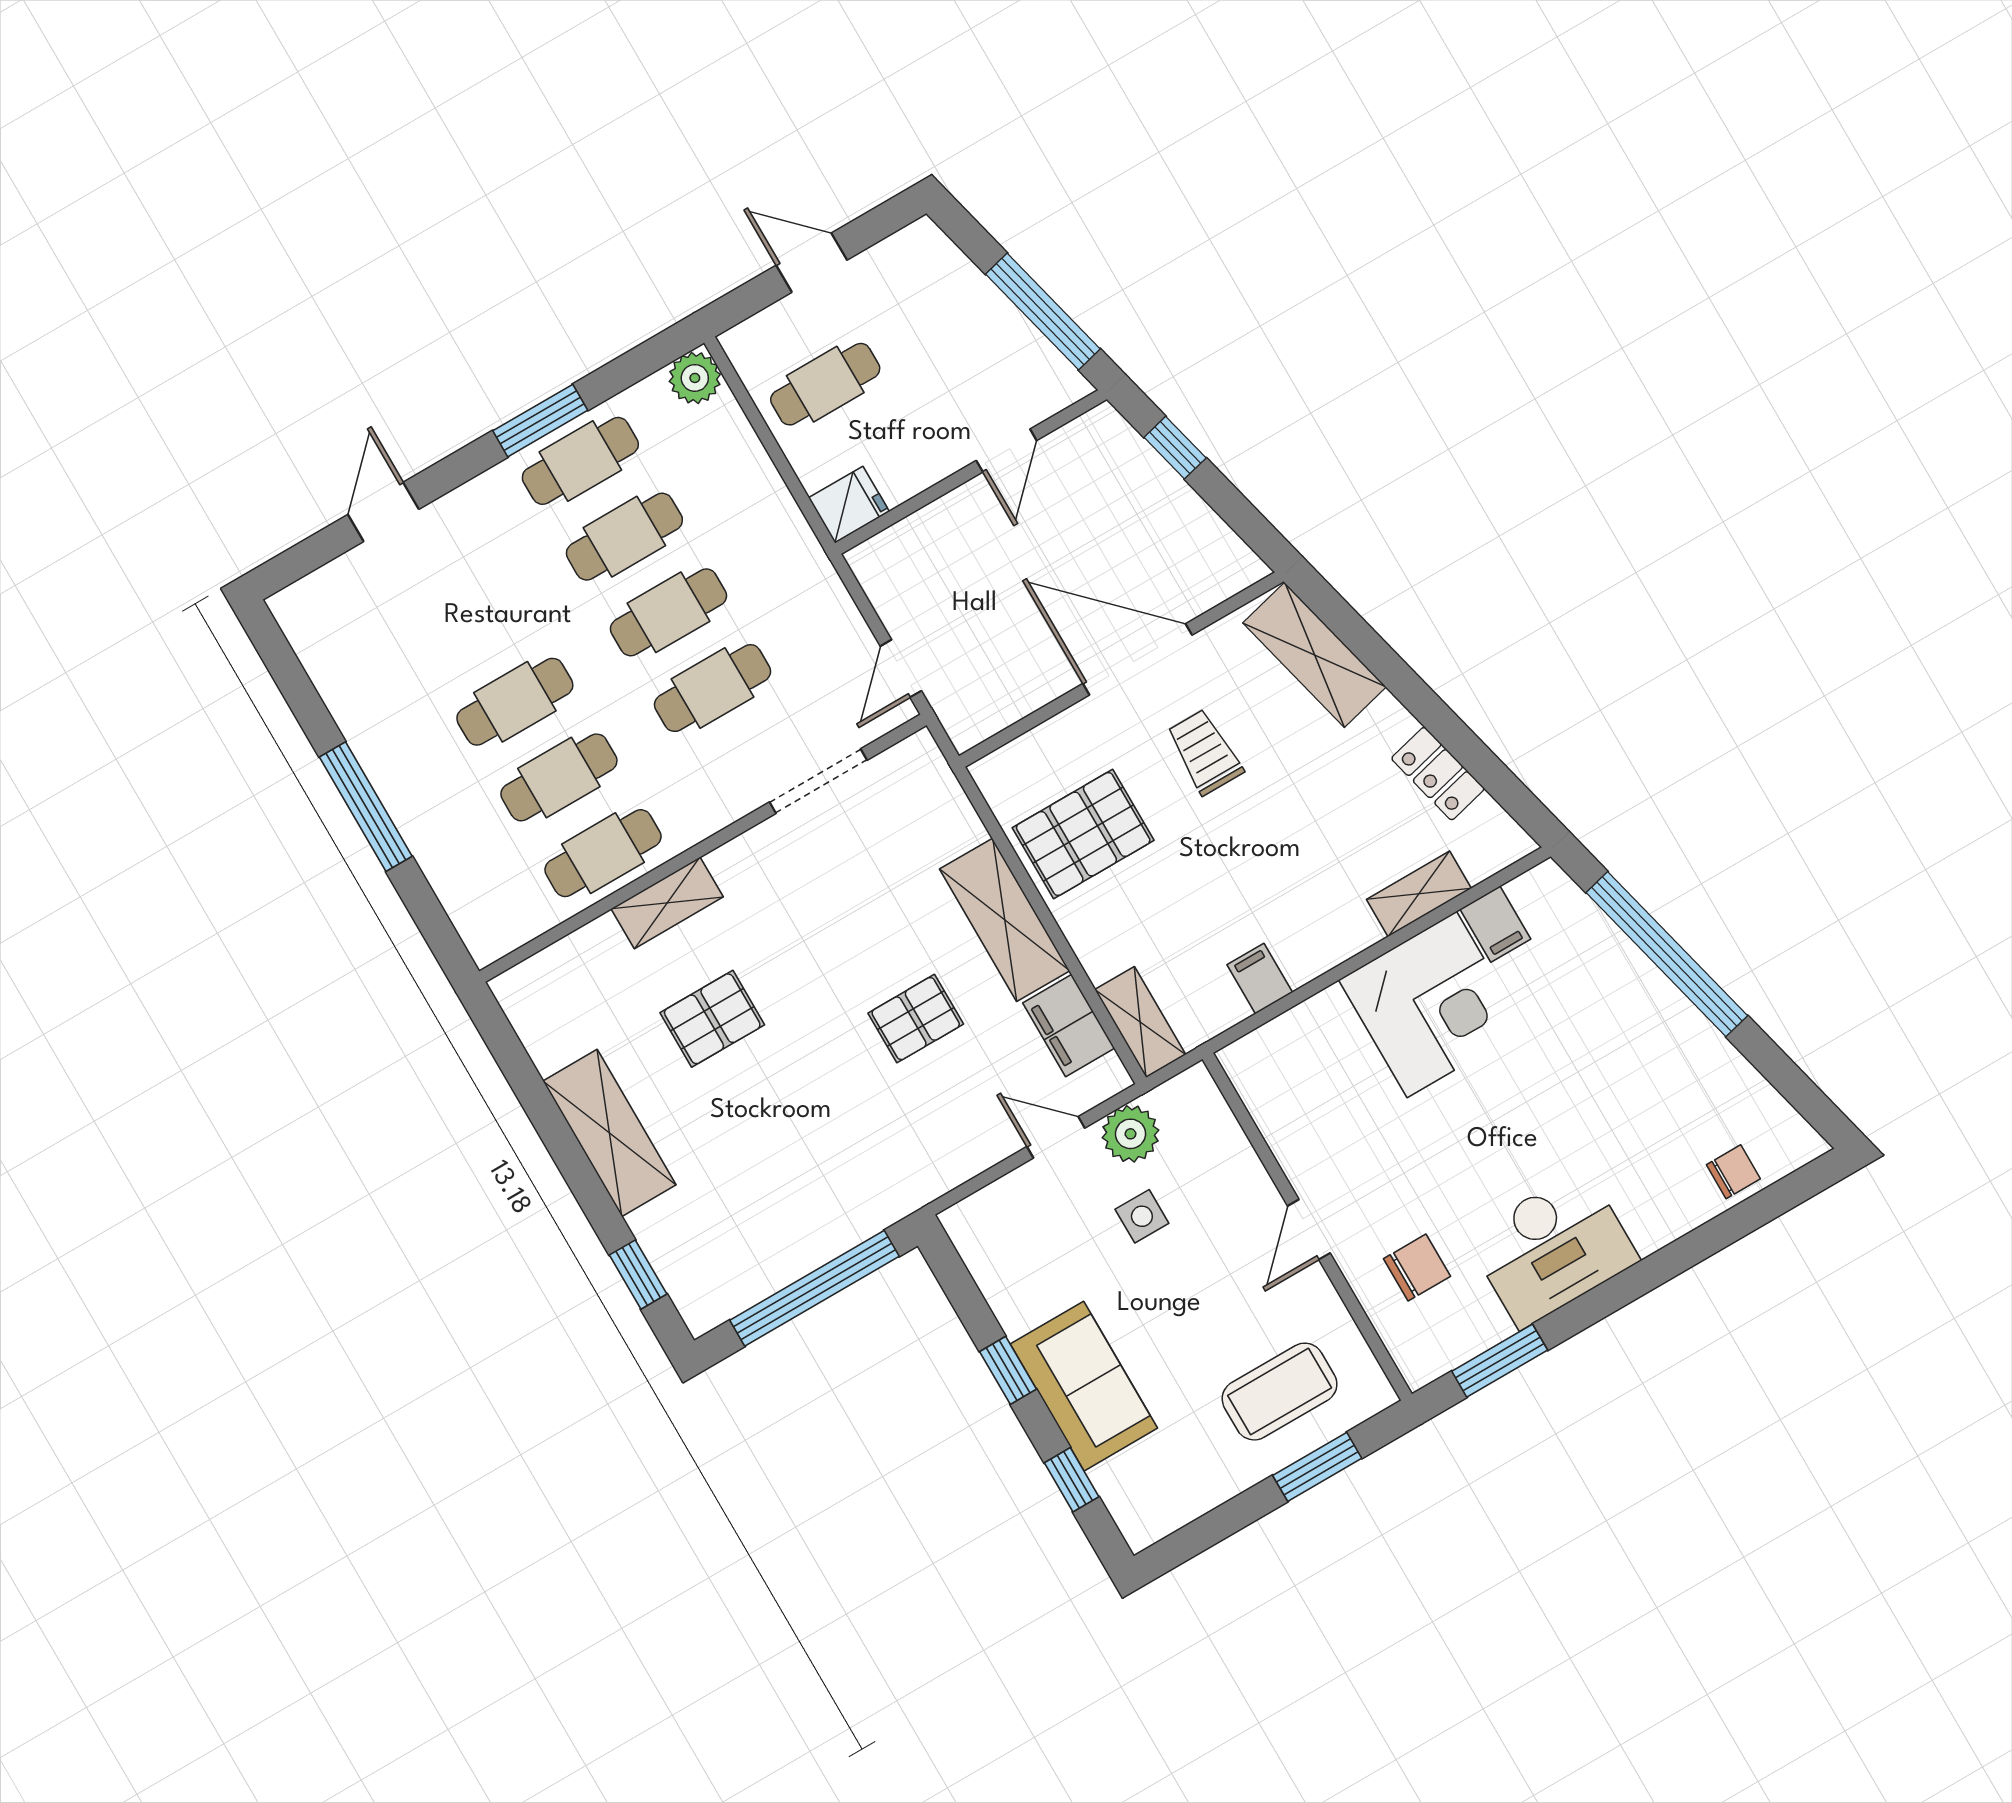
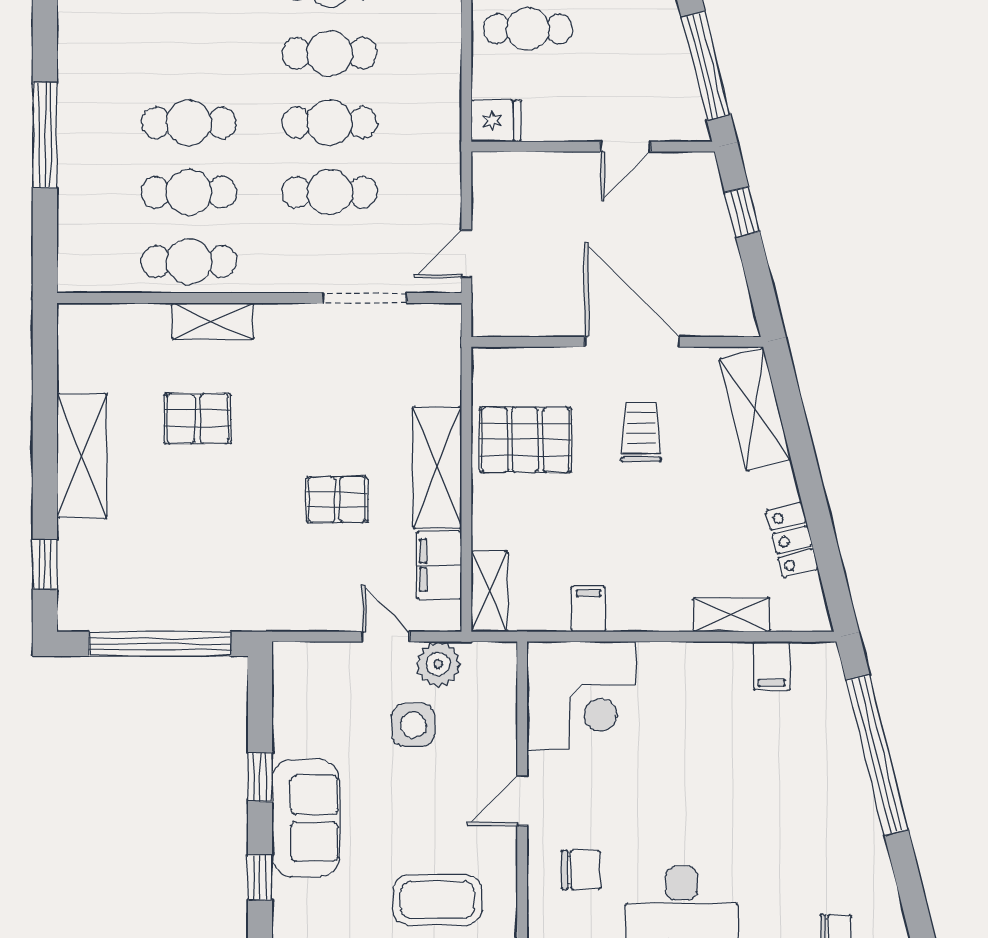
corner desk: (1432, 1005) -> (581, 696), moved
side table: (1142, 1216) -> (413, 725), width x1.37, depth x1.37

